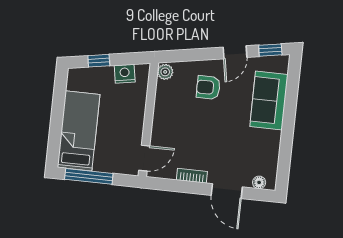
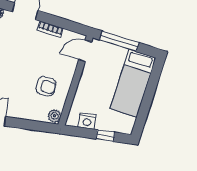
armchair: (208, 87) -> (46, 86), moved
window: (89, 176) -> (119, 41), moved

